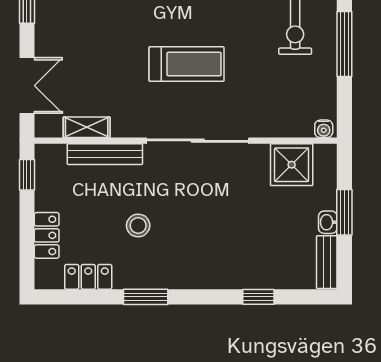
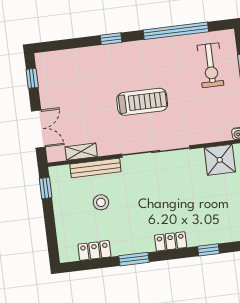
stool: (138, 225) -> (101, 202), moved
locker: (47, 235) -> (171, 241), moved, turned -90

